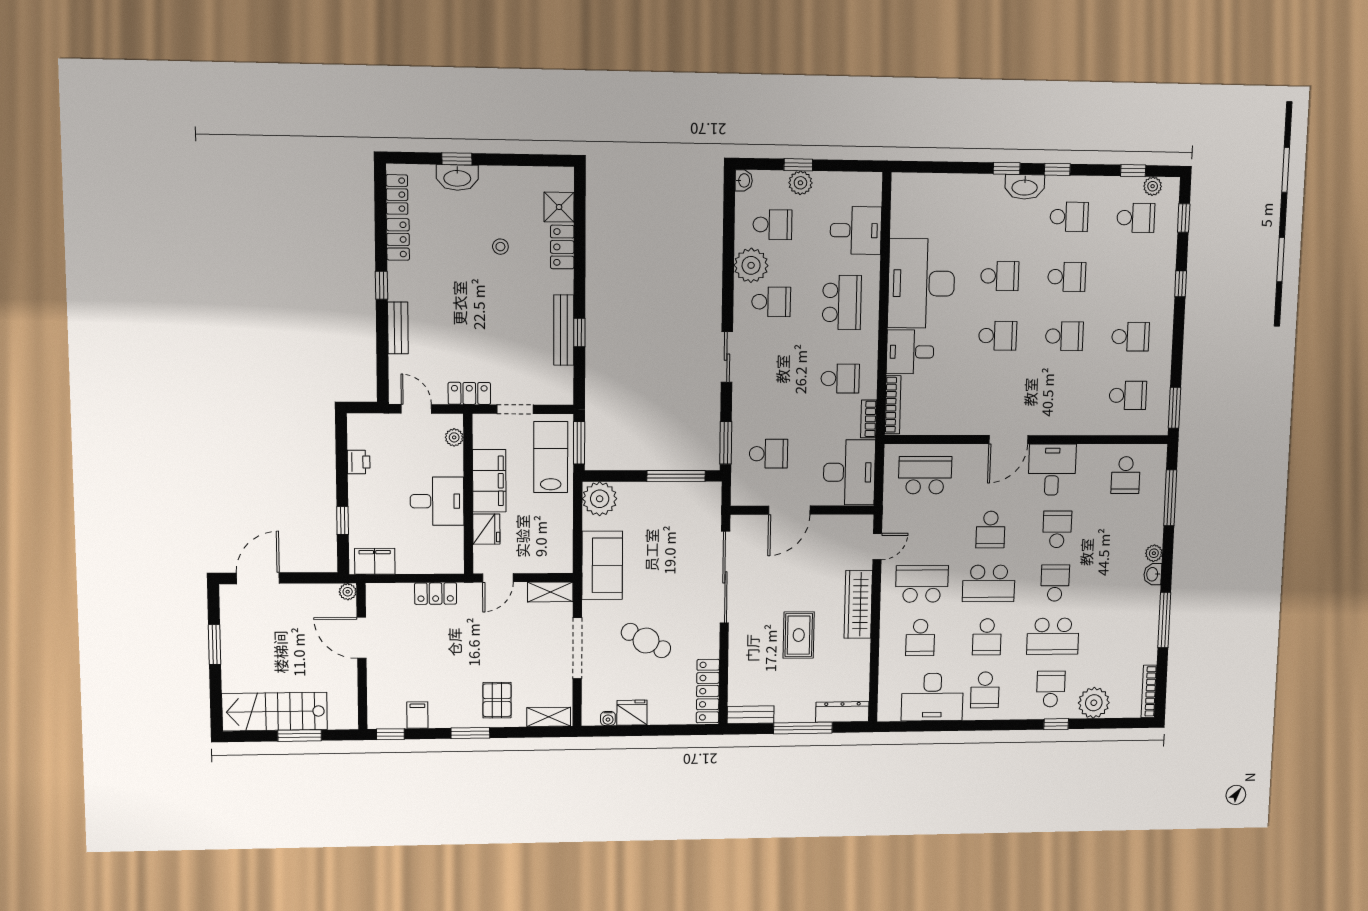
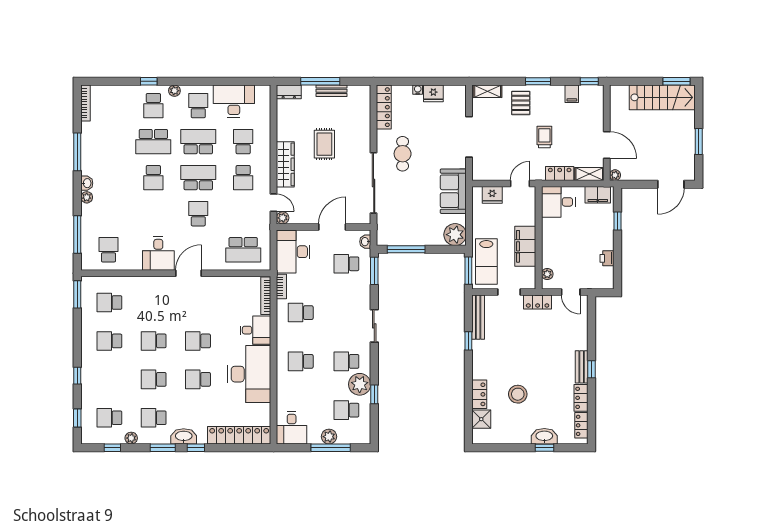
window: (798, 165) -> (331, 448), width x2.17
window: (1057, 169) -> (163, 448), width x1.50
washbasin: (744, 180) -> (365, 242), moved
plant: (1153, 186) -> (131, 438), moved
locker: (940, 187) -> (239, 435), added
desk: (856, 230) -> (292, 428), moved, turned -90
stool: (500, 247) -> (518, 394), width x1.89, depth x1.89
window: (728, 249) -> (374, 394), added
school desk: (842, 303) -> (301, 361), width x0.54
bench: (398, 328) -> (582, 367), moved
bench: (564, 330) -> (478, 317), moved
desk: (437, 501) -> (558, 202), moved
plant: (864, 524) -> (283, 218), added
fridge: (486, 529) -> (492, 195), moved, turned -90
school desk: (1057, 529) -> (153, 214), removed
door: (877, 547) -> (274, 203), swing flipped
school desk: (922, 584) -> (243, 178), width x0.54
shelving: (550, 592) -> (589, 174), moved
school desk: (1053, 636) -> (153, 142), turned 180
school desk: (987, 637) -> (198, 142), width x1.85
cafe table: (646, 641) -> (403, 154), moved, turned 61
trolley: (460, 649) -> (544, 137), added
plant: (1094, 703) -> (174, 91), moved, width x0.53, depth x0.53
dresser: (842, 712) -> (289, 92), width x0.70
bench: (751, 715) -> (331, 91), moved
water cooler: (608, 718) -> (418, 90), moved
window: (300, 736) -> (676, 81), moved

